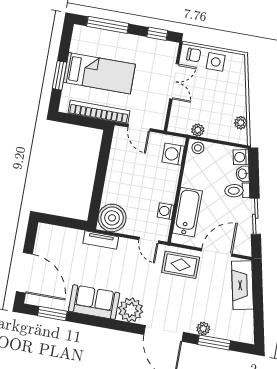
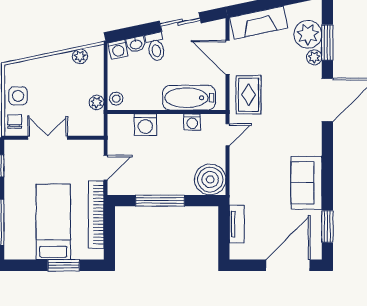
washing machine: (173, 154) -> (145, 125), moved
window: (101, 170) -> (160, 201), added
tv unit: (101, 240) -> (237, 224), moved
plant: (131, 310) -> (308, 34), moved

